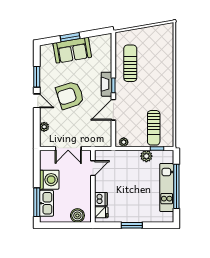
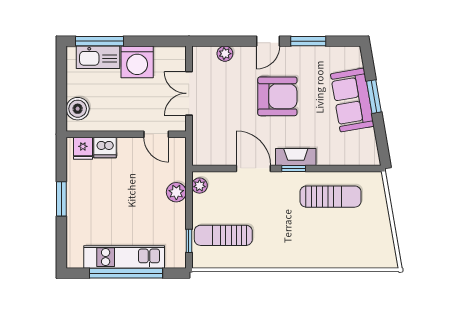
armchair: (70, 95) -> (277, 96), turned 108
plant: (146, 156) -> (176, 192), moved

